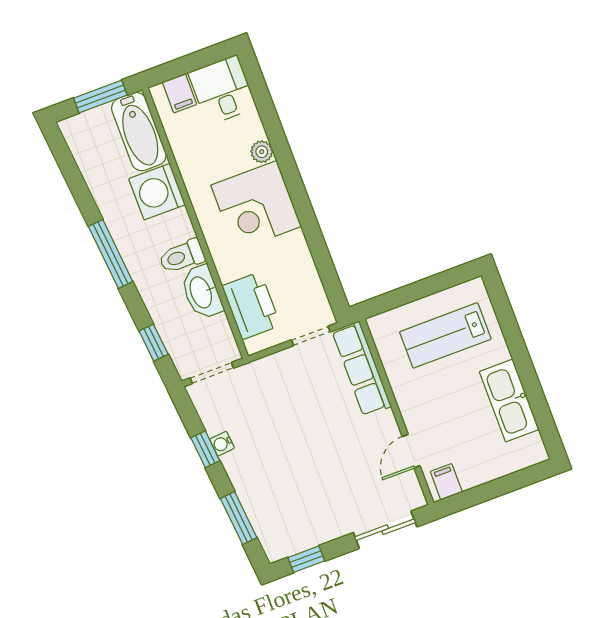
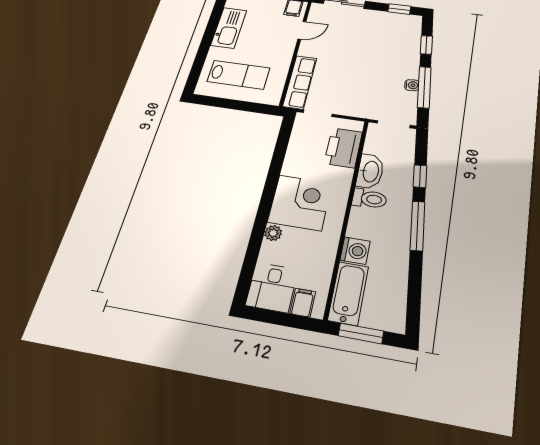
washing machine: (157, 192) -> (355, 251), width x0.73, depth x0.73
window: (154, 343) -> (420, 176), moved
window: (205, 449) -> (424, 87), width x2.17
window: (239, 518) -> (426, 45), width x0.67

